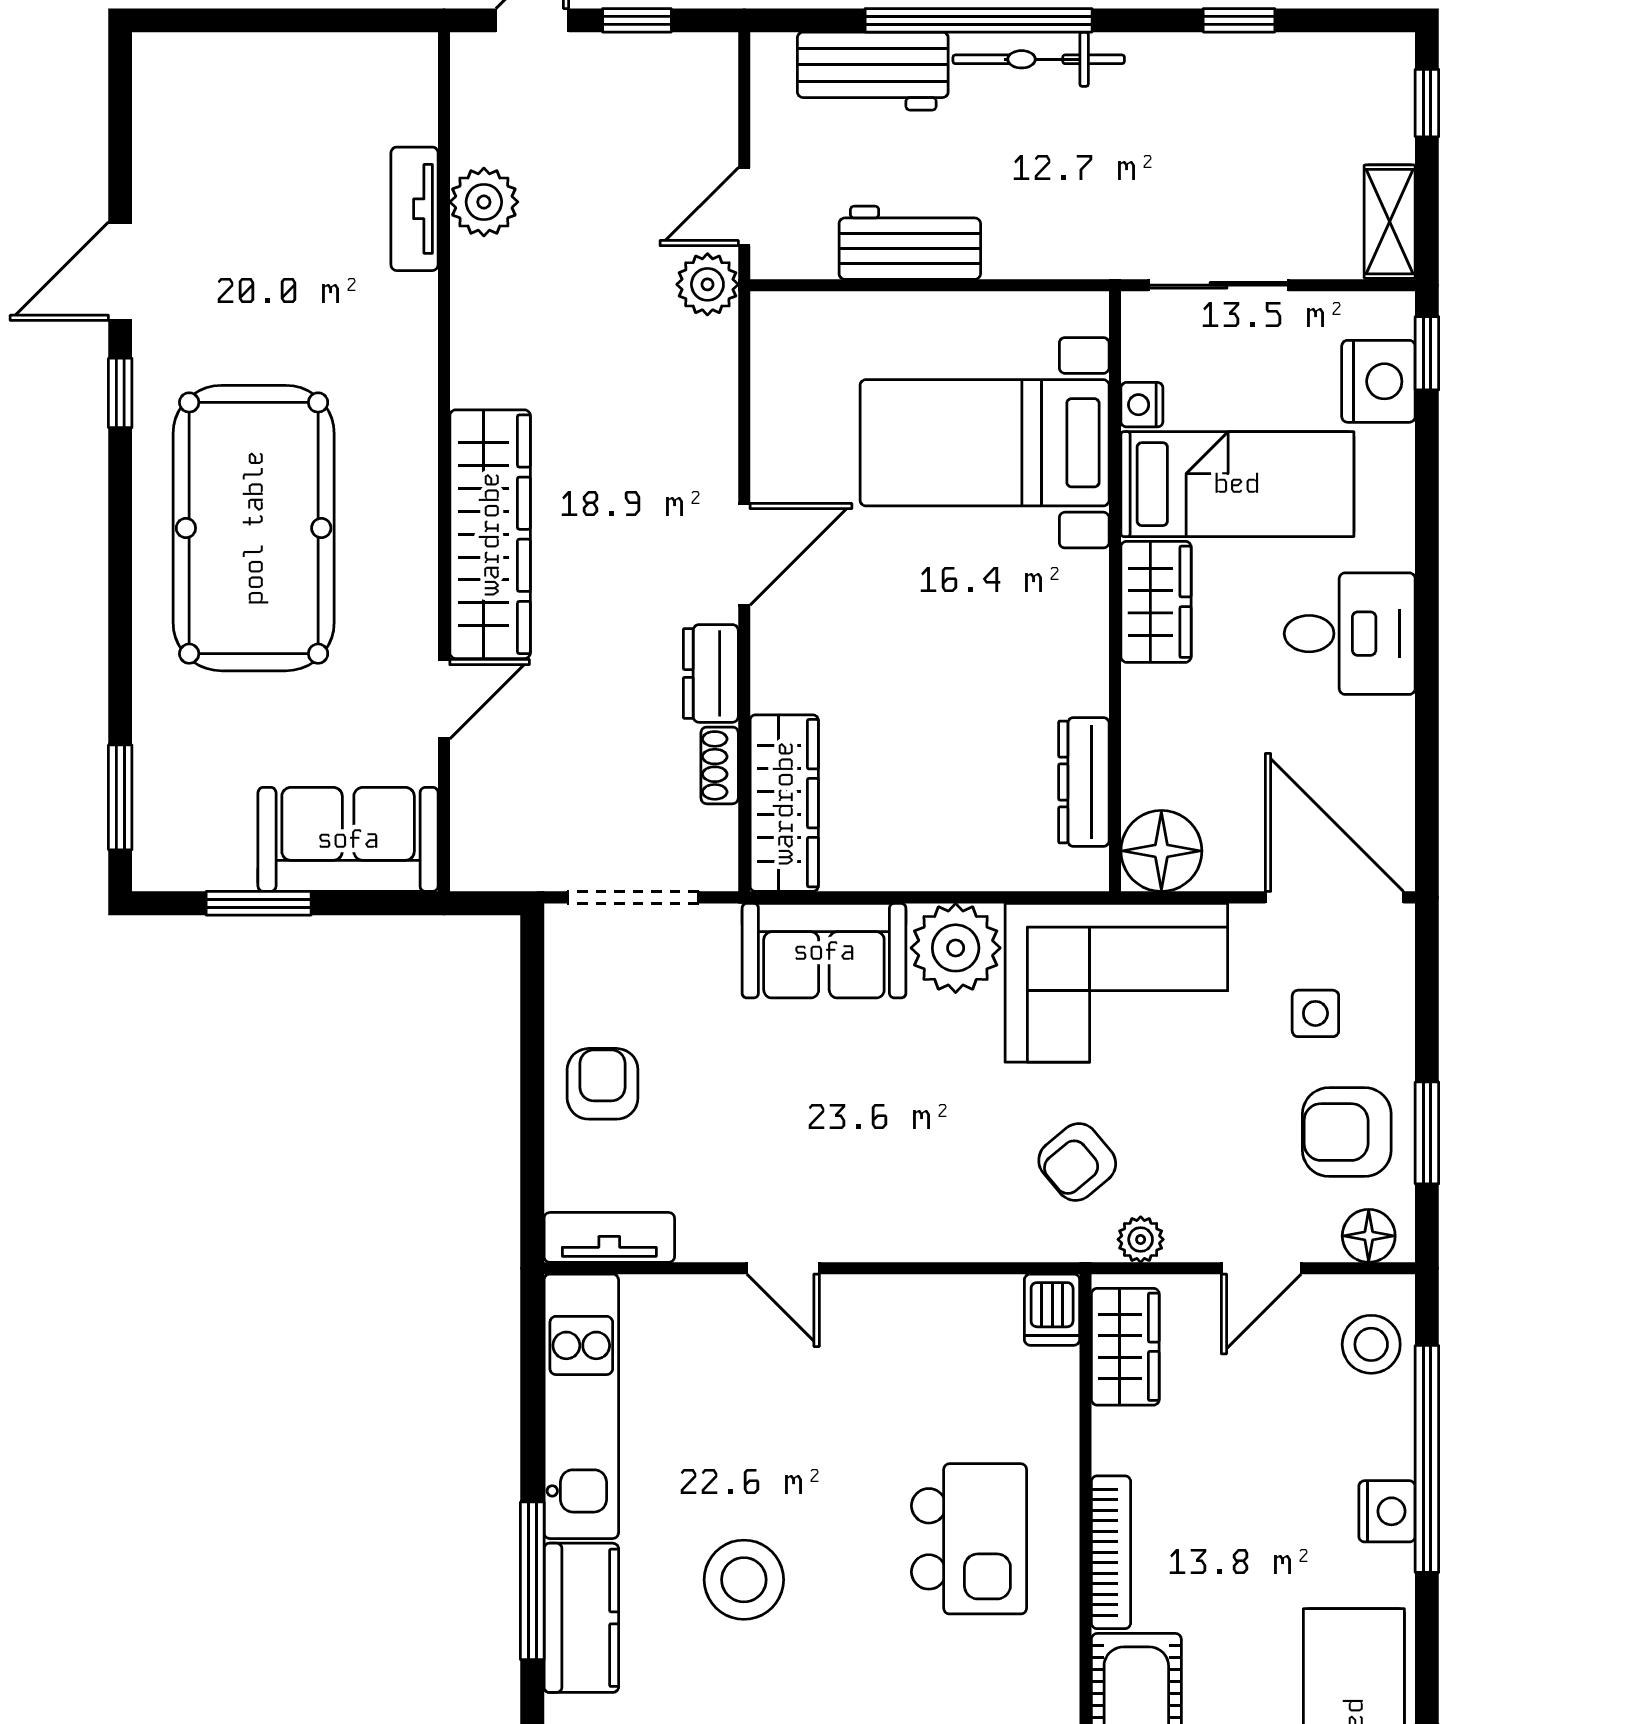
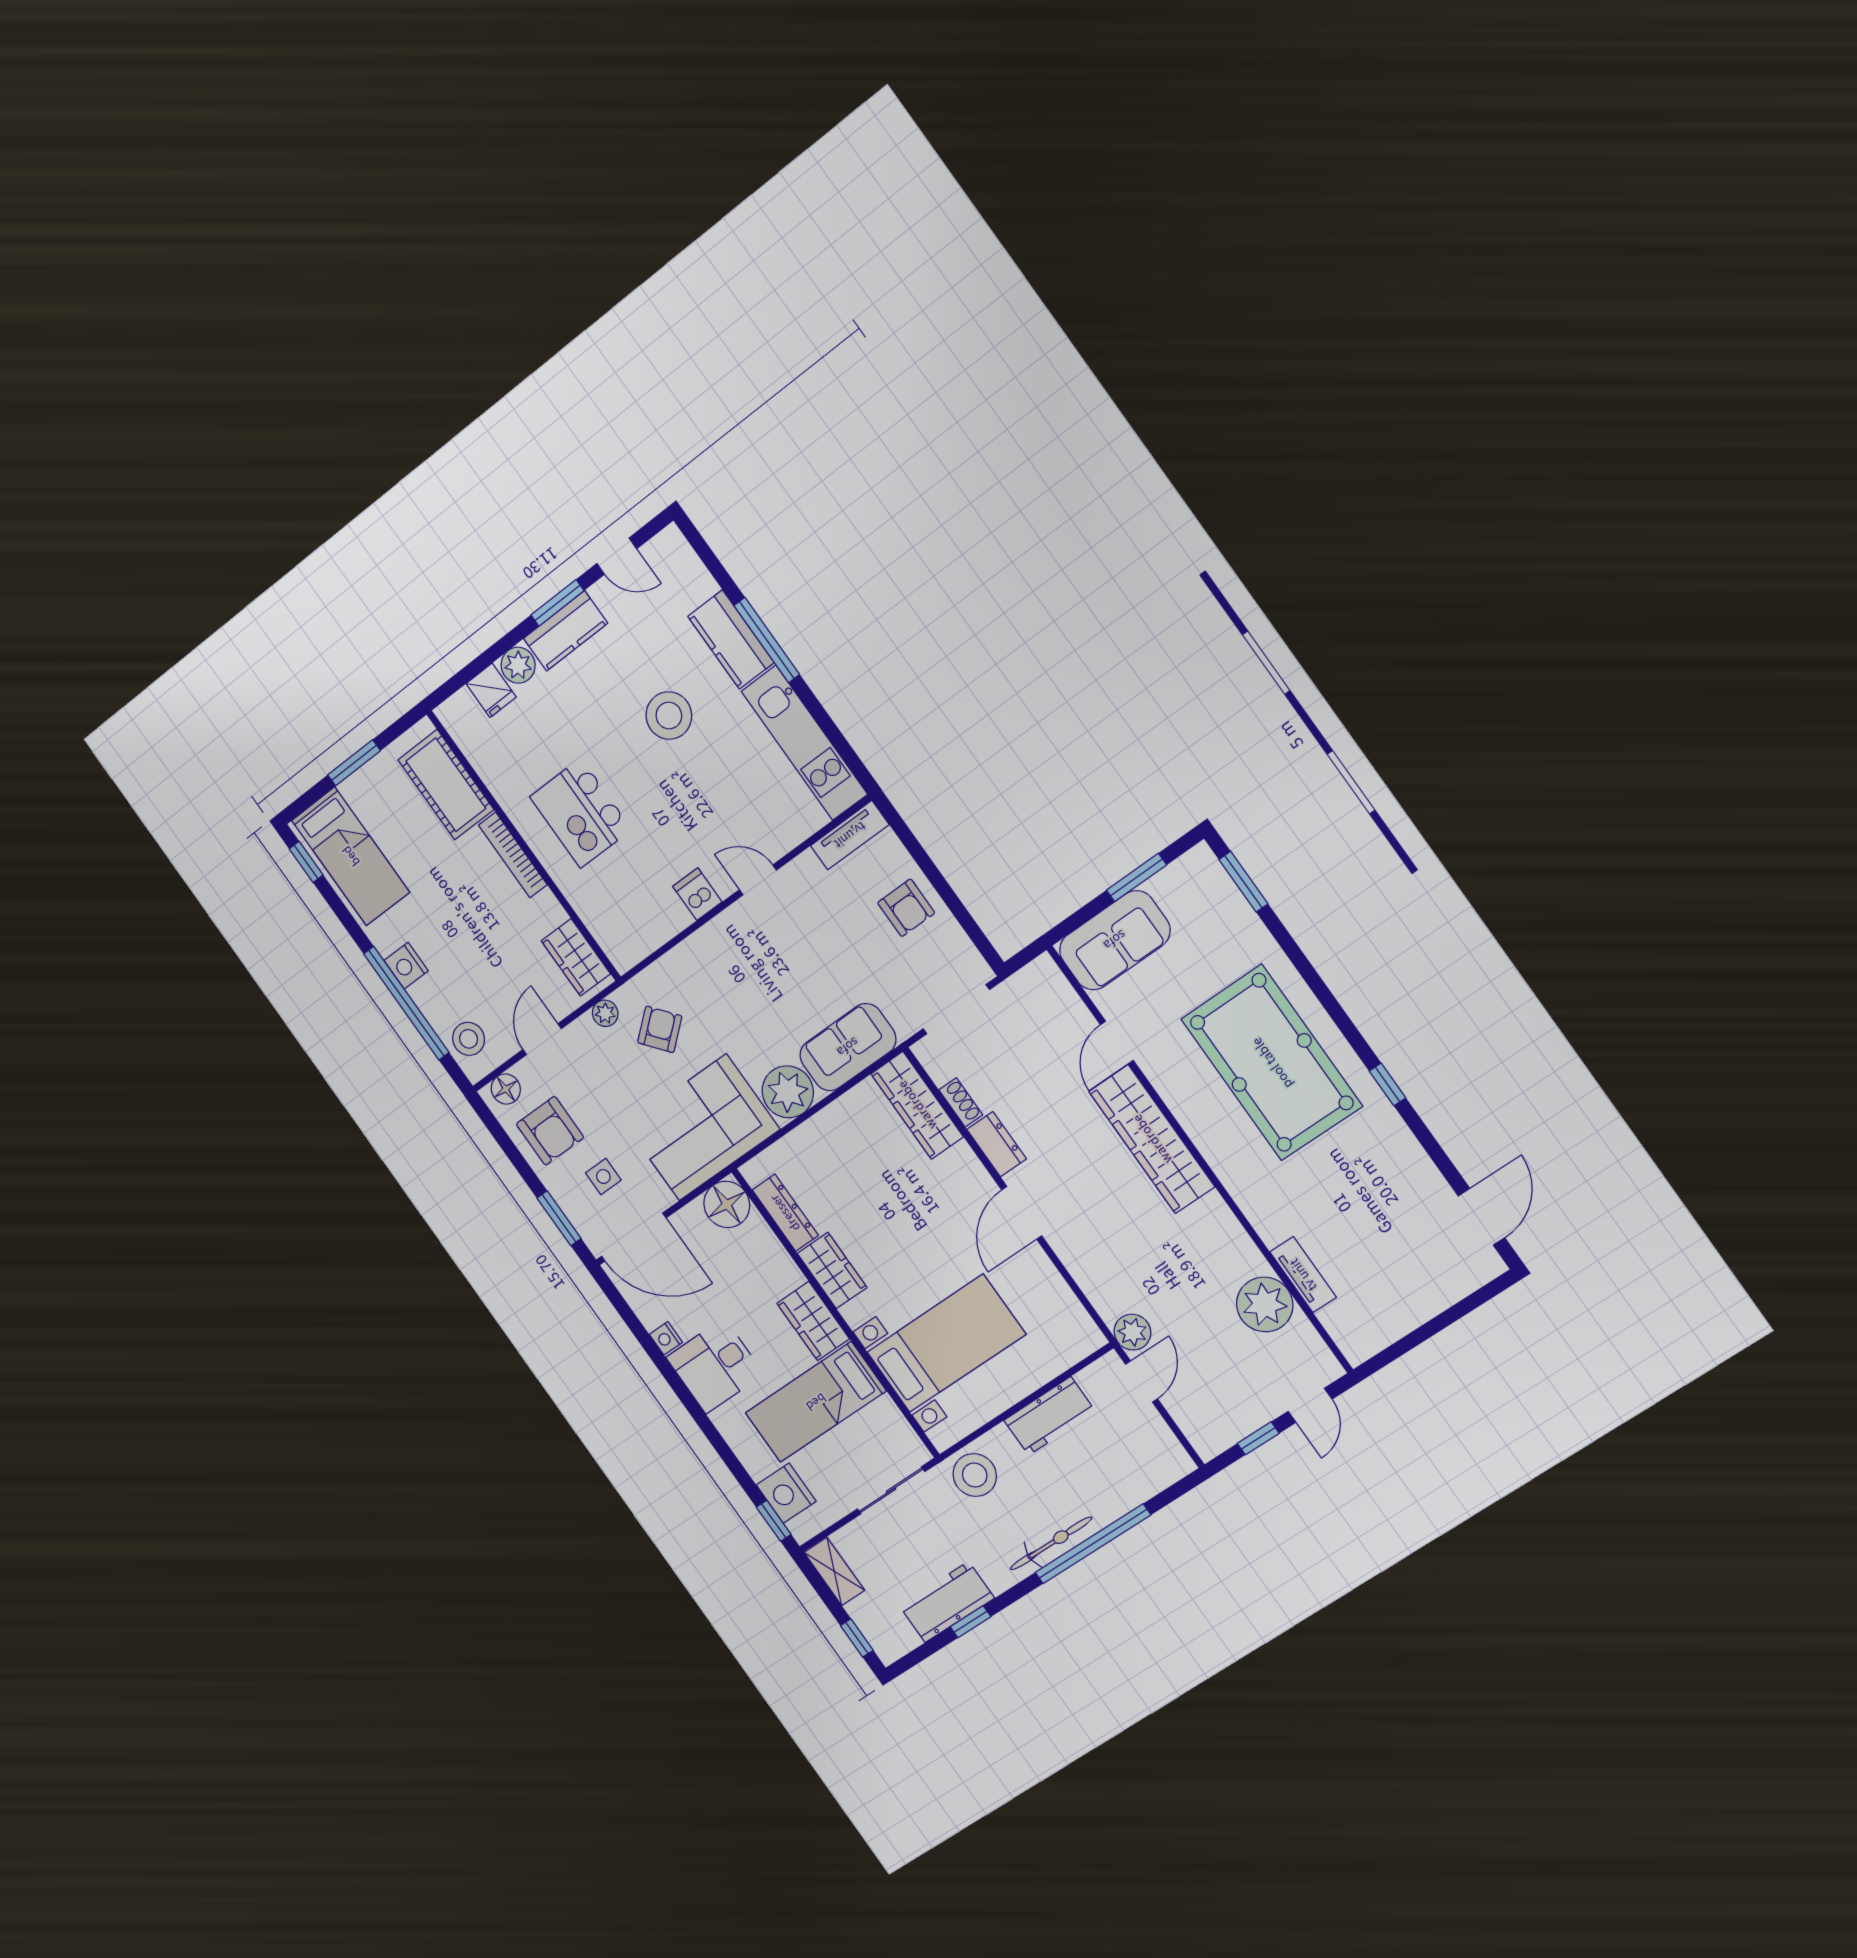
workbench: (873, 71) -> (947, 1602), moved
plant: (484, 202) -> (1265, 1304), width x1.36, depth x1.36
stool: (1079, 228) -> (975, 1475), added
door: (120, 271) -> (1481, 1217), moved
nightstand: (1142, 405) -> (666, 1338), moved, turned 180
wardrobe: (1075, 655) -> (832, 1270), added
armchair: (1347, 1132) -> (550, 1131), turned 90
window: (1427, 1133) -> (559, 1218), moved
dishwasher: (1052, 1310) -> (697, 894), moved

